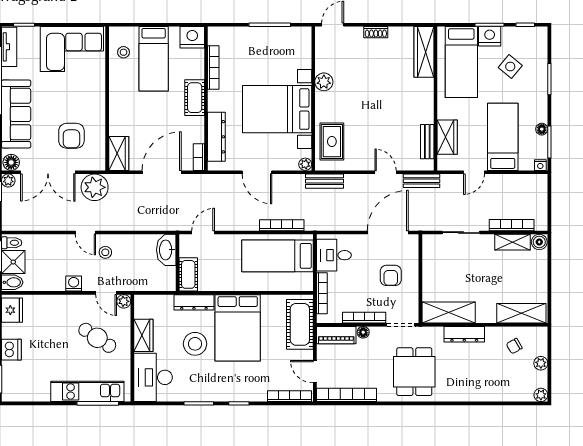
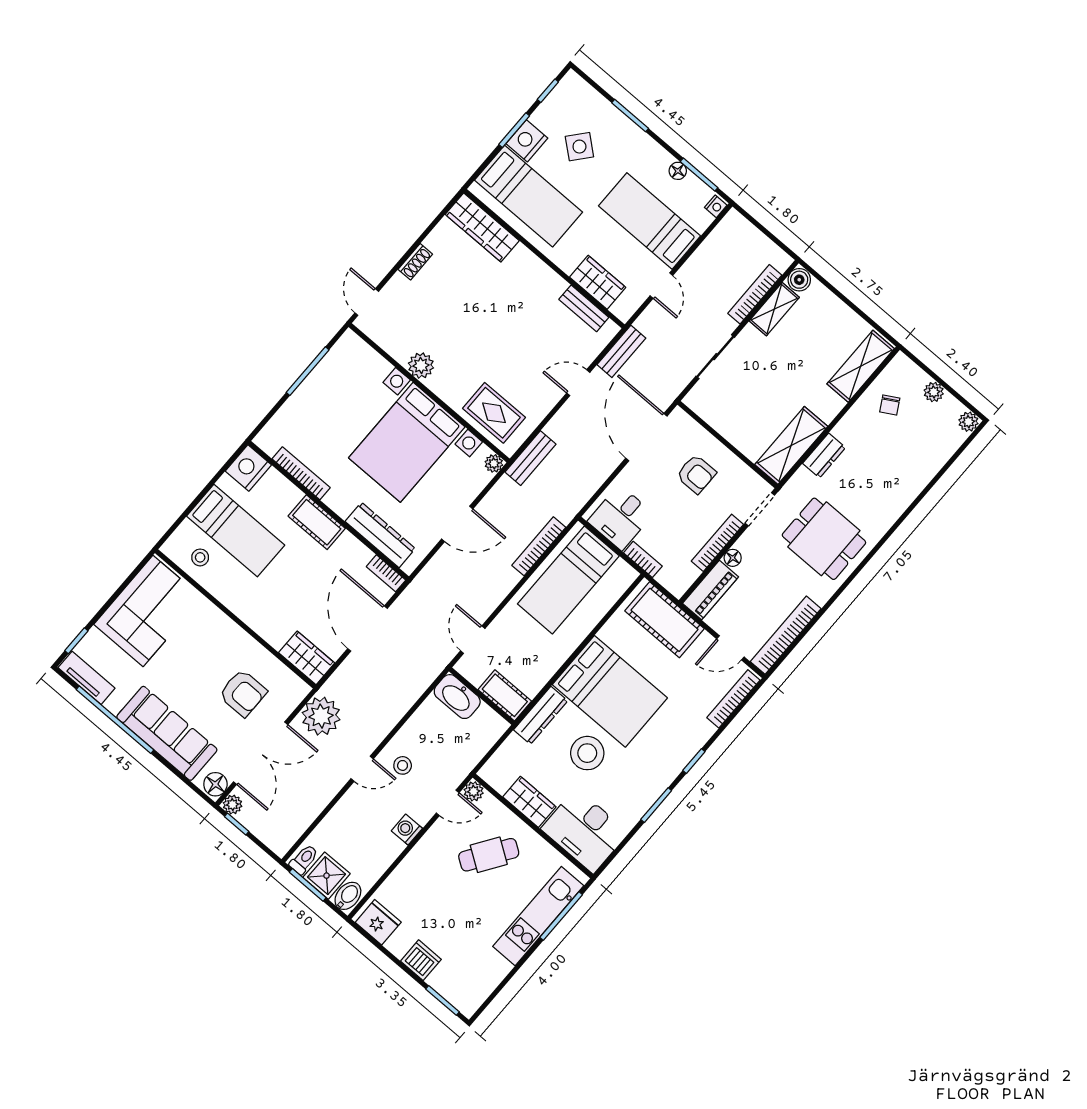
bookcase: (322, 293) -> (643, 559), width x0.64
dresser: (464, 334) -> (824, 455), width x0.70

